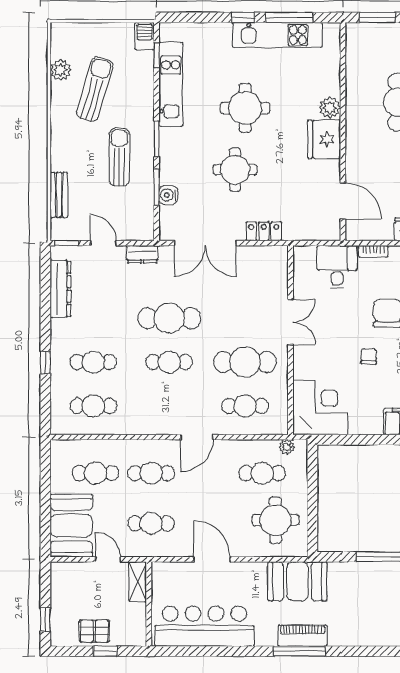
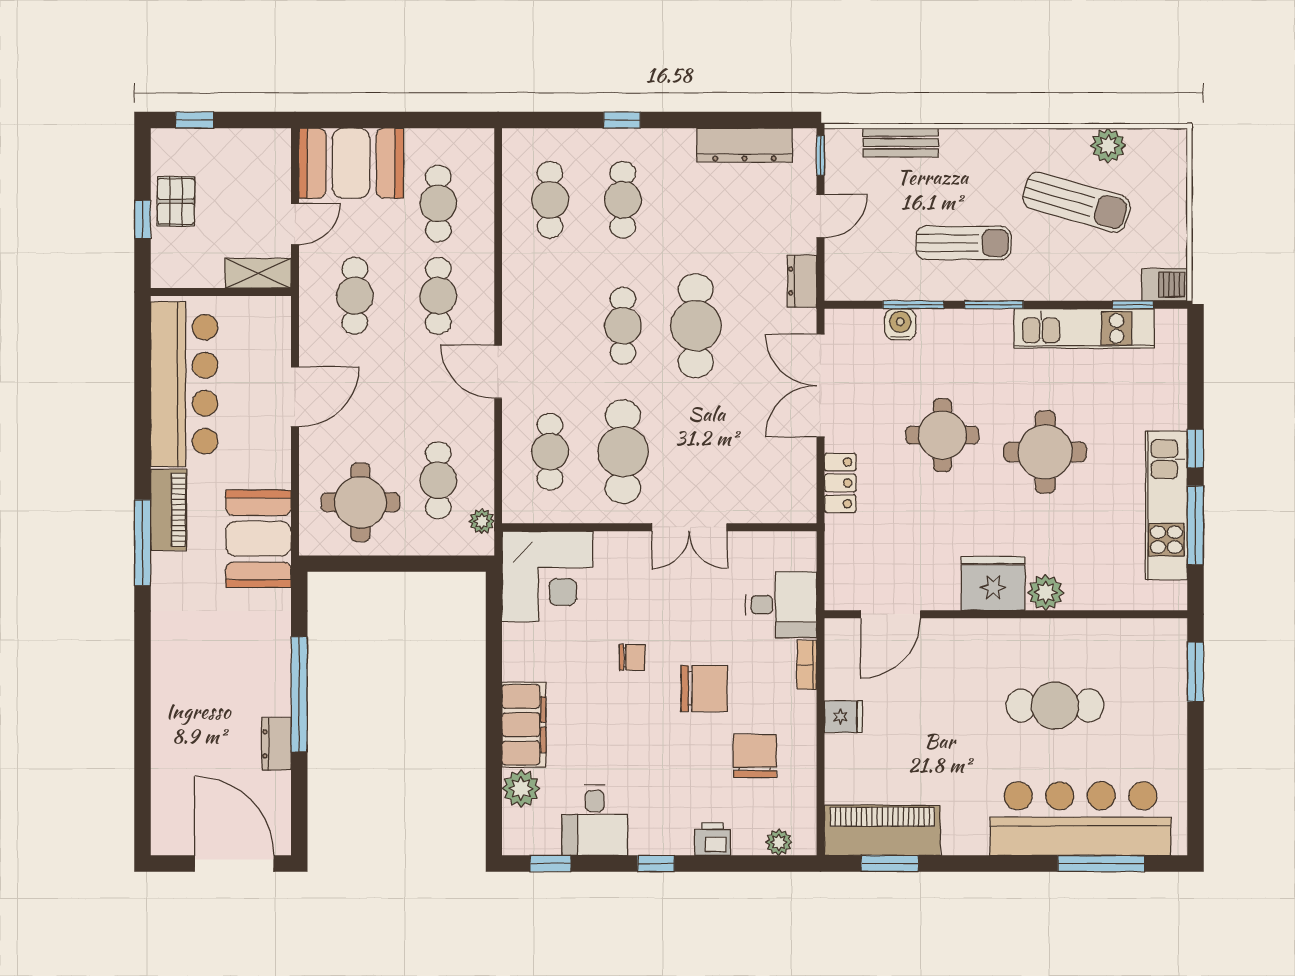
piano: (303, 635) -> (169, 510), moved

